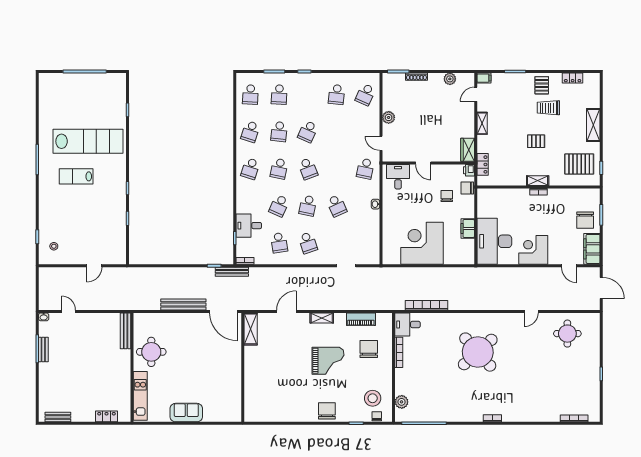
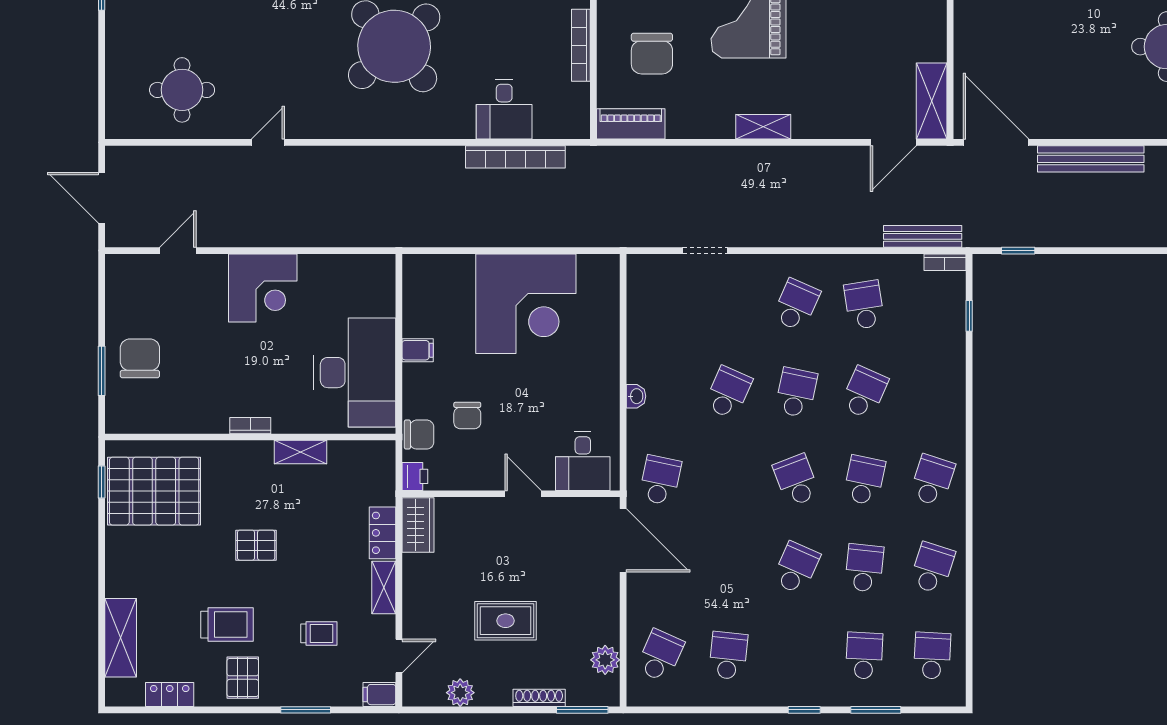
trolley: (510, 104) -> (319, 633), added
rug: (431, 109) -> (505, 621), added
plant: (389, 117) -> (605, 660), moved
shelving: (593, 125) -> (121, 638), moved
door: (381, 143) -> (623, 540), width x1.88
locker: (483, 164) -> (382, 533), moved
pallet: (579, 164) -> (154, 491), width x1.37, depth x1.41
shelving: (538, 181) -> (300, 452), moved
school desk: (337, 206) -> (728, 393), turned 48
desk: (249, 226) -> (936, 346), removed
filing cabinet: (468, 229) -> (418, 350), width x0.50
desk: (494, 241) -> (355, 373), moved
school desk: (308, 243) -> (796, 305), turned 42
filing cabinet: (592, 249) -> (124, 290), removed
door: (569, 266) -> (178, 251), hinge flipped
bench: (232, 272) -> (923, 236), moved
door: (286, 311) -> (893, 142), moved
piano: (361, 319) -> (631, 124), moved
desk: (408, 324) -> (504, 109), moved, turned 90

